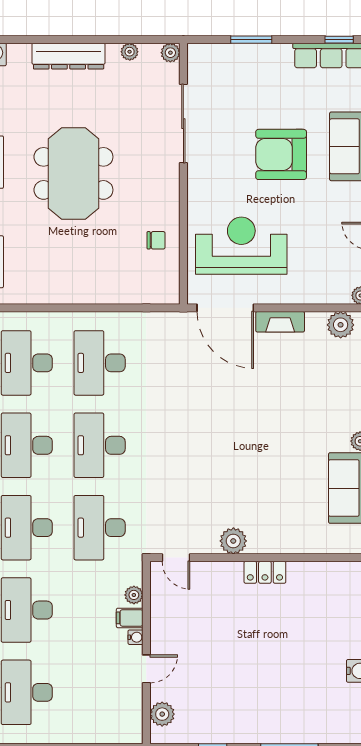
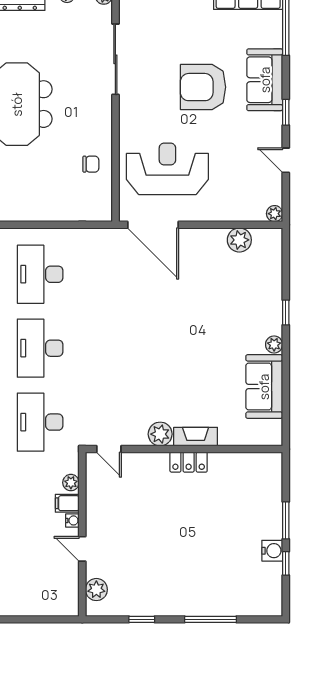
fireplace: (280, 322) -> (196, 437), moved, turned 180
plant: (341, 325) -> (239, 240), moved
door: (146, 669) -> (82, 549), swing flipped

